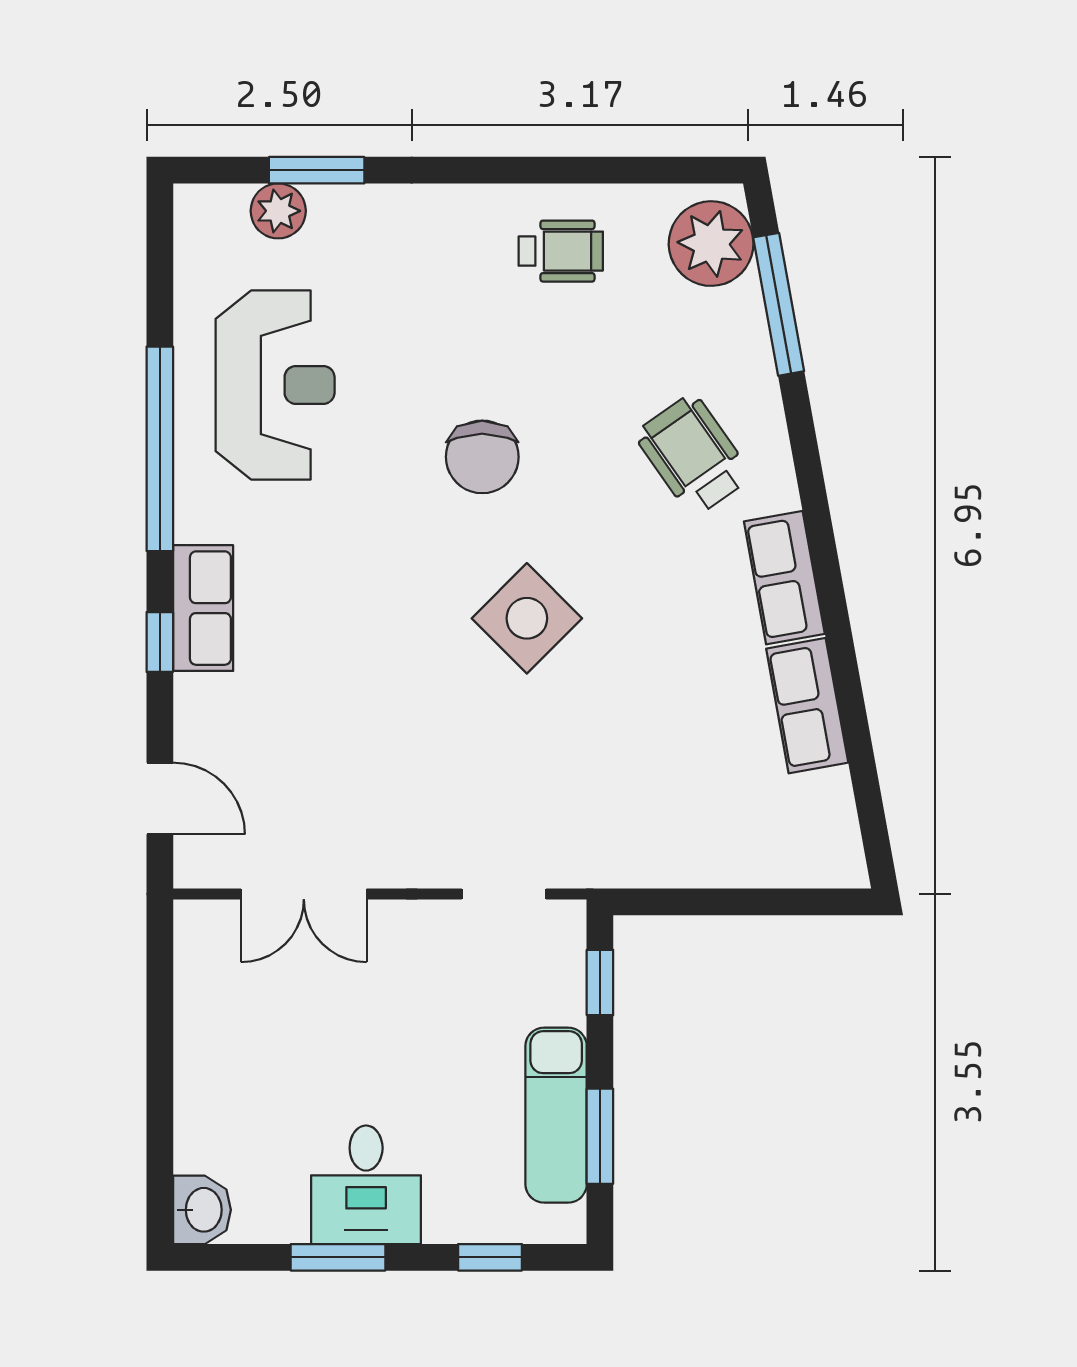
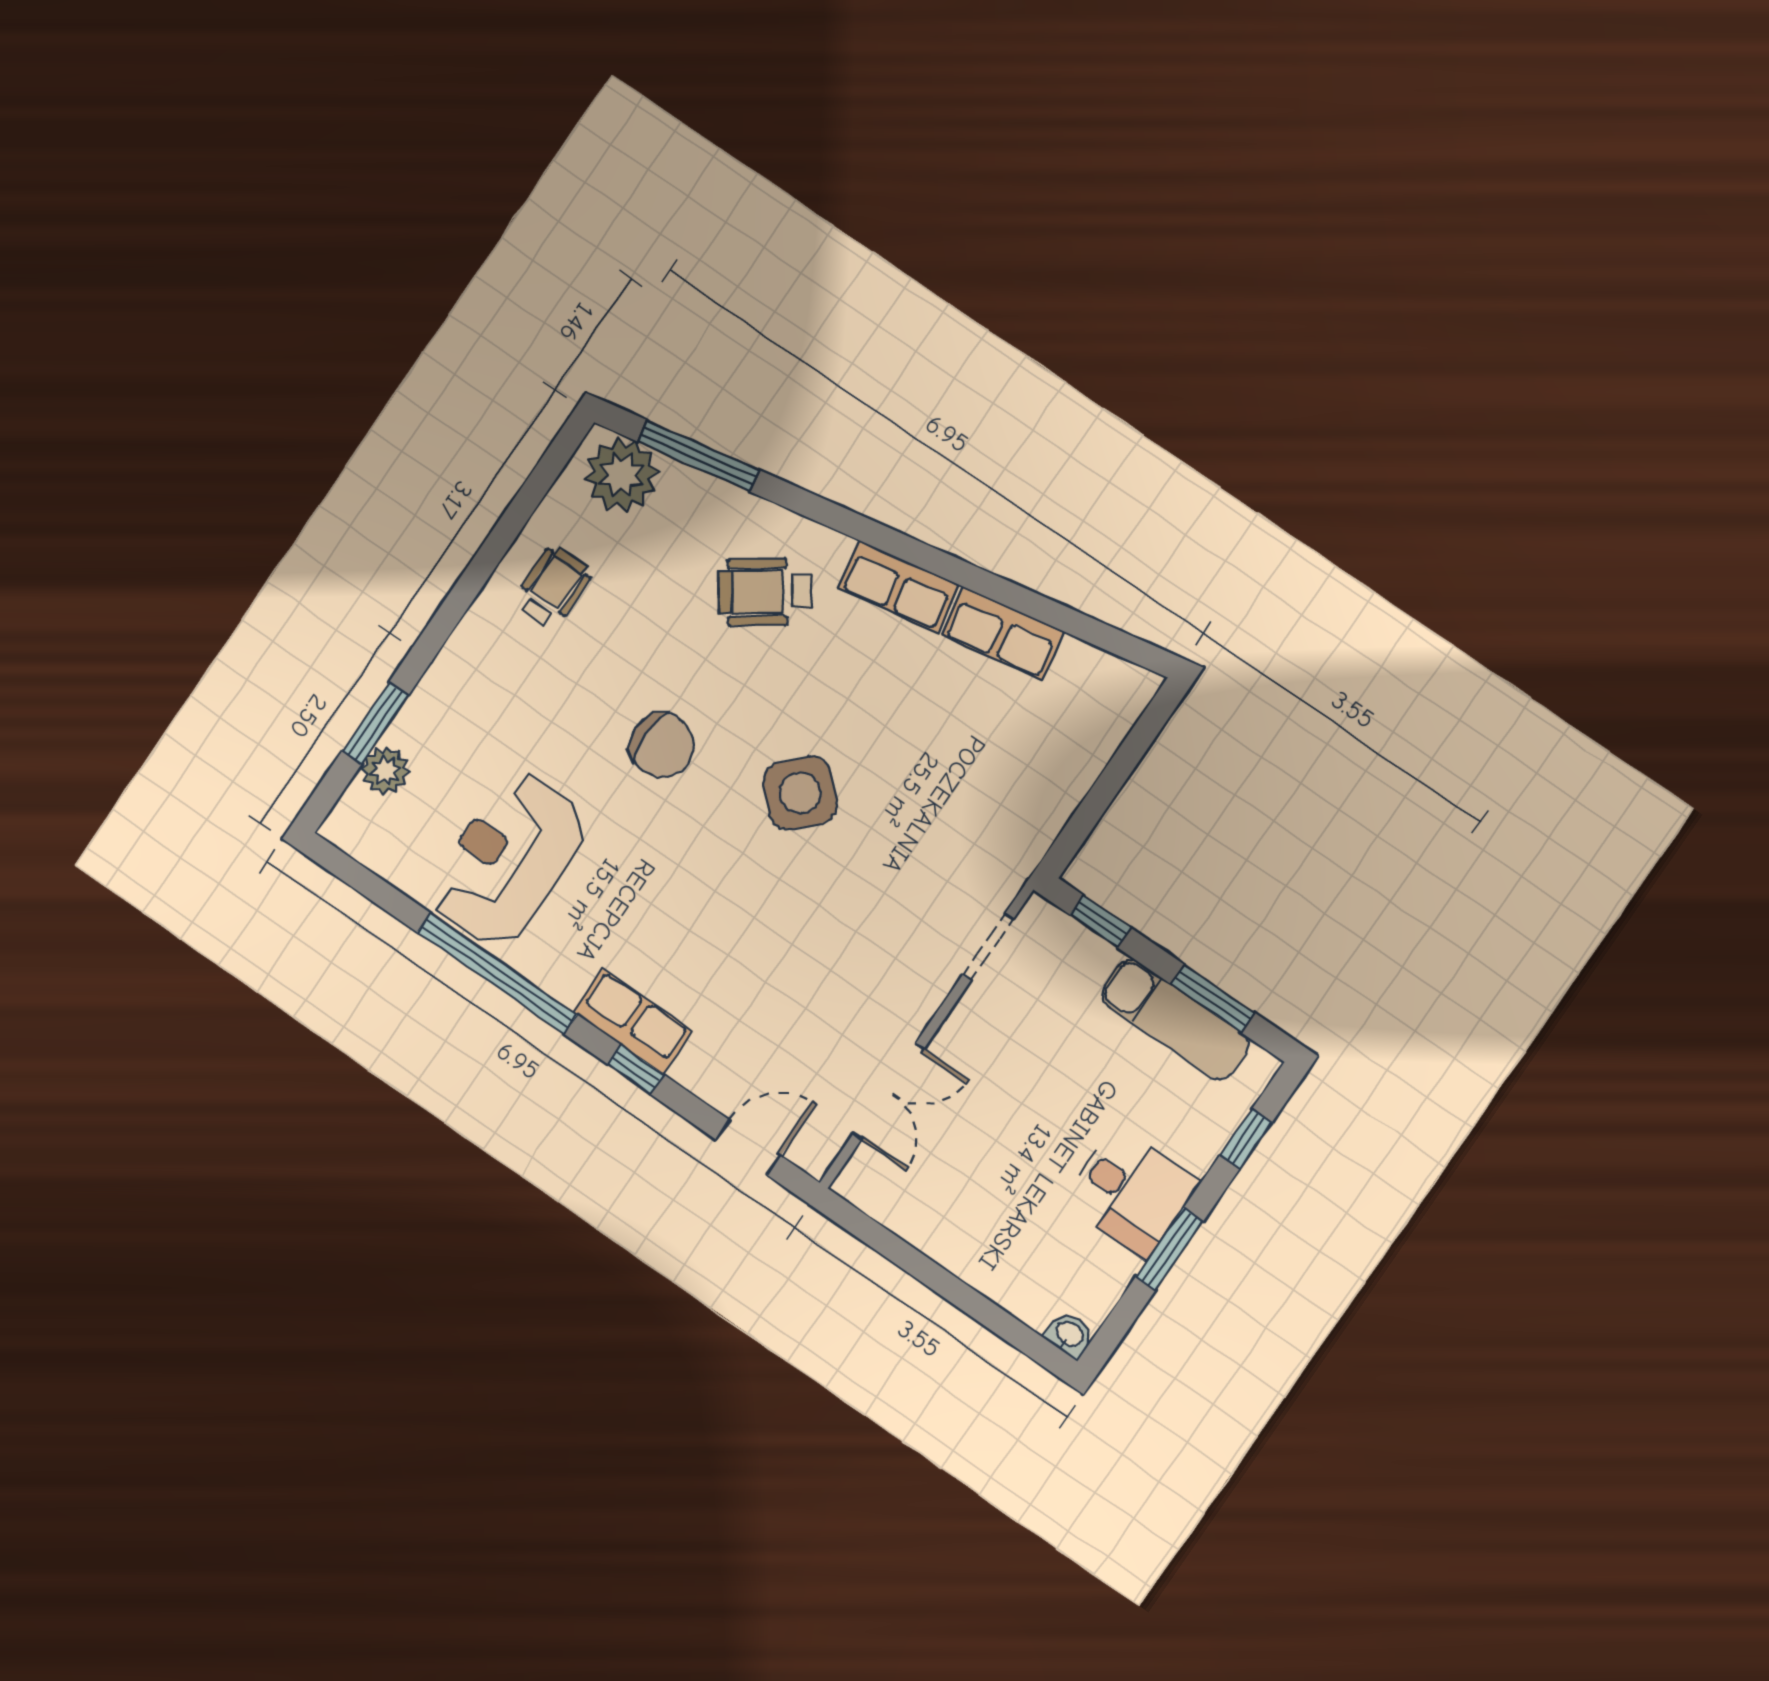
reception desk: (275, 385) -> (508, 859), turned -90
washbasin: (202, 1210) -> (1069, 1335), width x0.72, depth x0.69

